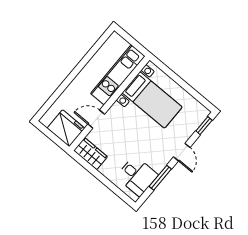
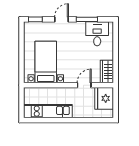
kitchen unit: (118, 75) -> (48, 111), moved, turned 180
door: (96, 119) -> (84, 85), swing flipped

